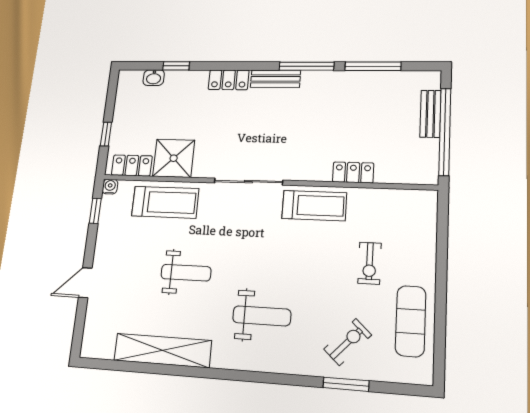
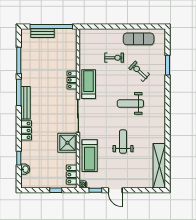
bench: (275, 79) -> (26, 103), width x1.36
shower: (174, 158) -> (67, 143), moved
locker: (353, 172) -> (72, 80), moved
treadmill: (165, 202) -> (90, 156), turned 180
door: (85, 283) -> (115, 190), moved
weight bench: (262, 316) -> (130, 103), moved, turned -90
exercise bike: (348, 342) -> (139, 71), moved
shelving: (163, 350) -> (159, 166), moved

